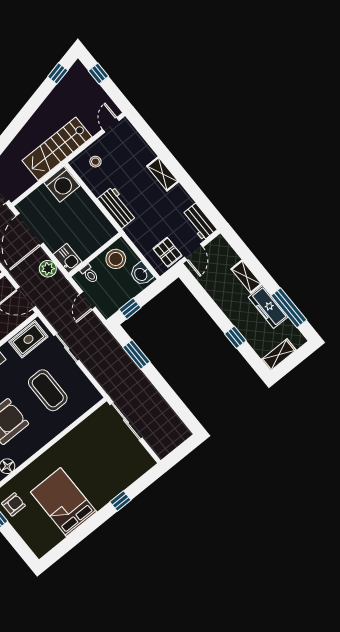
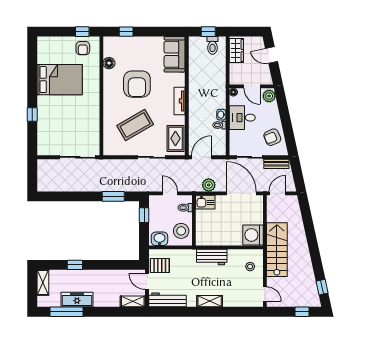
workbench: (200, 222) -> (167, 300), width x1.38
shelving: (246, 277) -> (133, 301), moved
coffee table: (48, 390) -> (135, 125), turned -30

